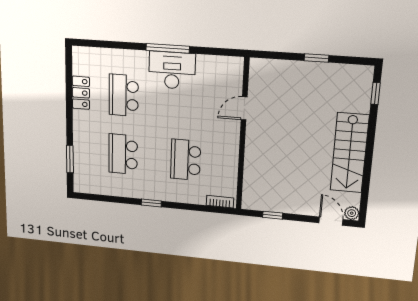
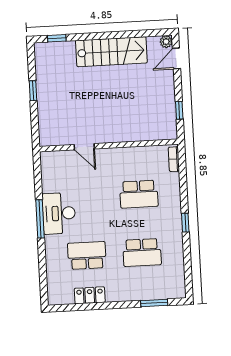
school desk: (124, 95) -> (87, 255), turned 180

